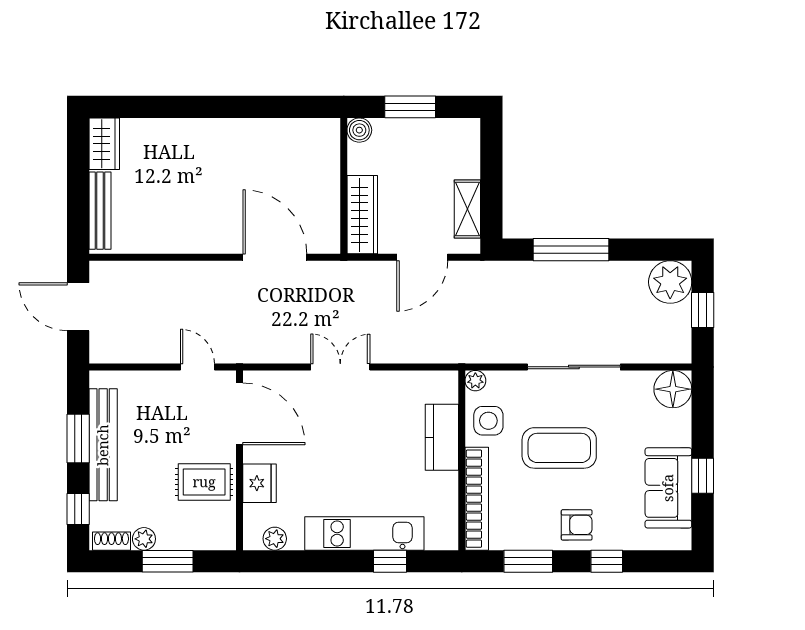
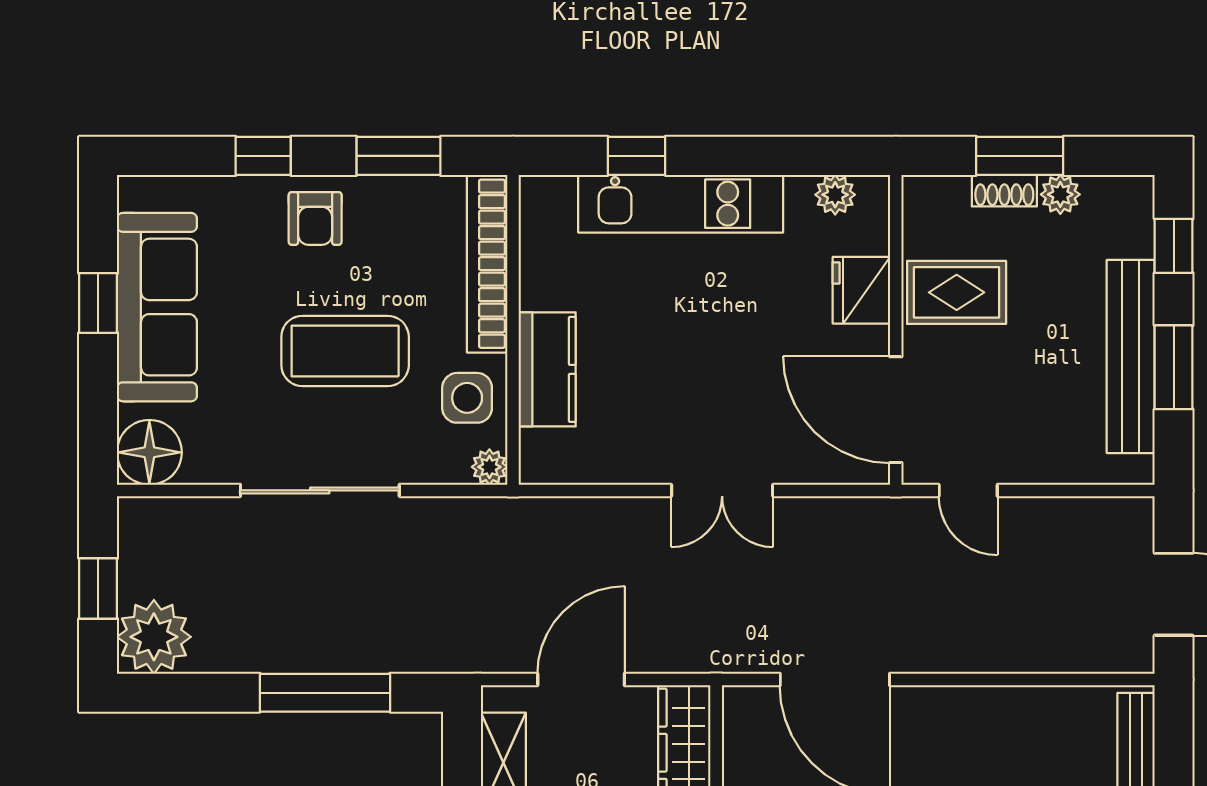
sofa: (668, 488) -> (157, 307), width x1.36
armchair: (577, 525) -> (315, 218), turned -90
shoe rack: (111, 541) -> (1004, 191), moved

